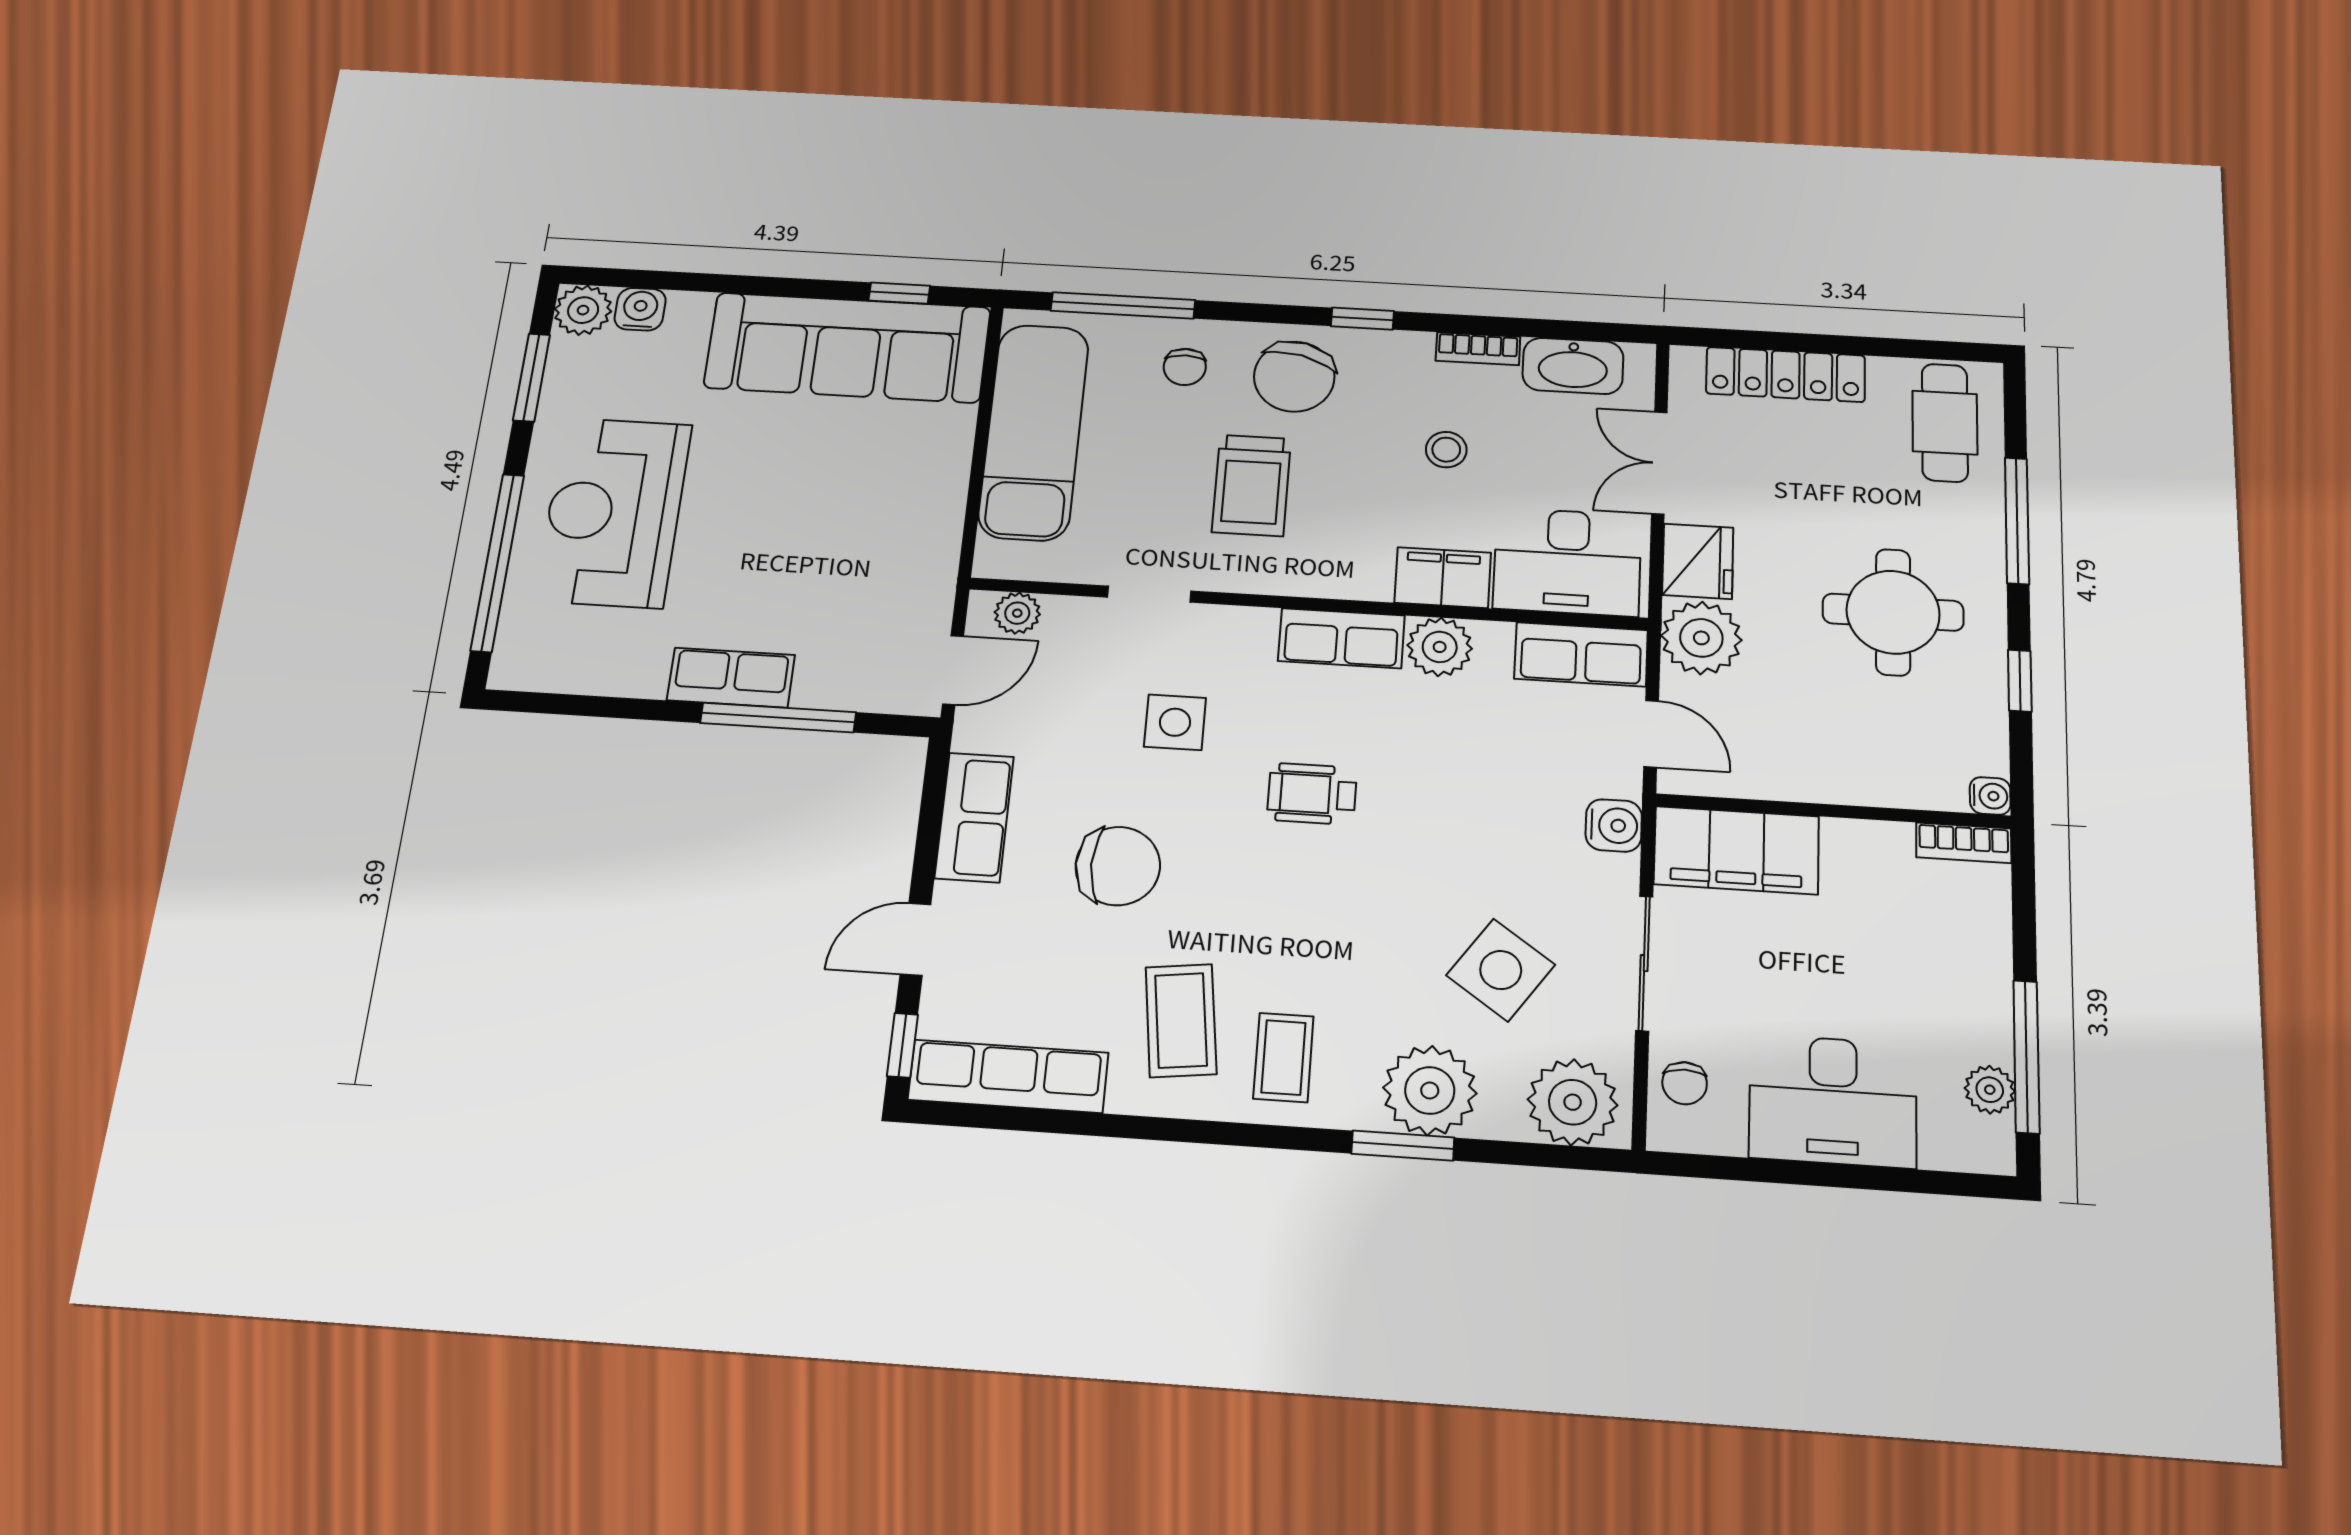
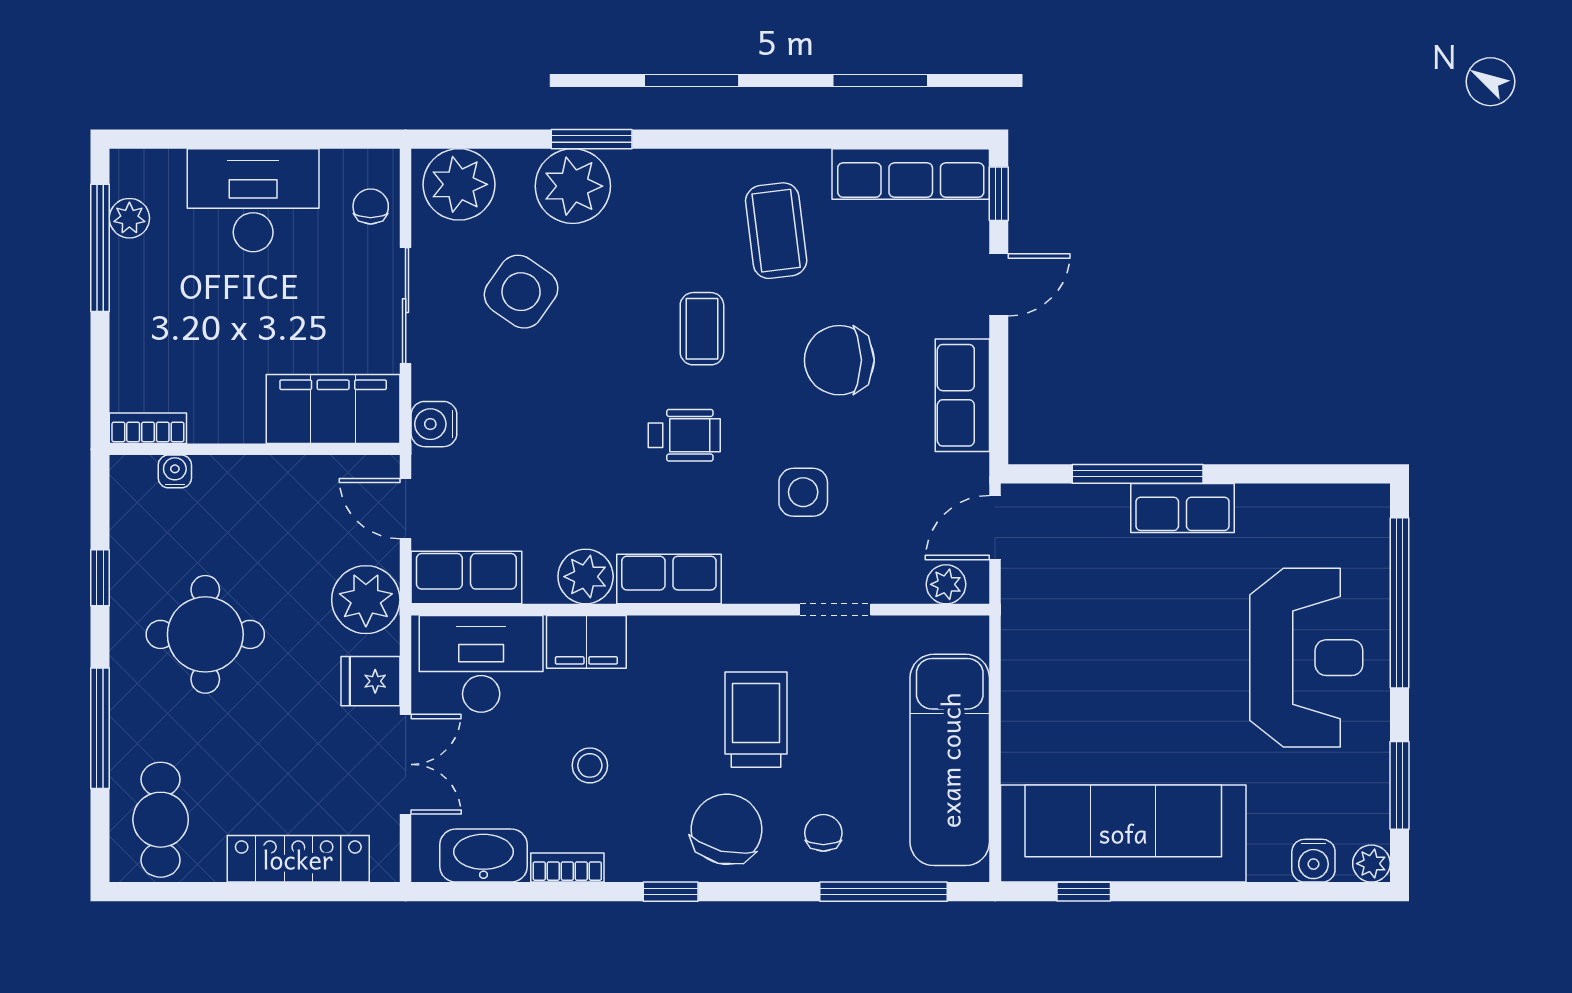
plant: (583, 310) -> (1371, 864), width x0.73, depth x0.73
fridge: (1698, 561) -> (370, 681), width x0.72
water cooler: (1990, 796) -> (175, 471), moved, turned 90
coffee table: (1284, 1058) -> (702, 329), moved

